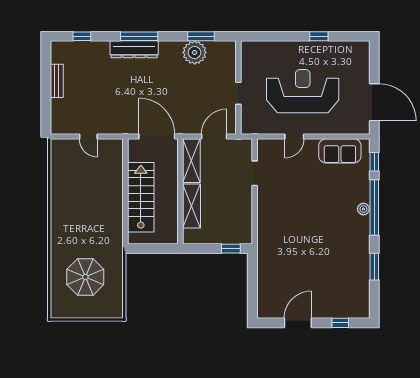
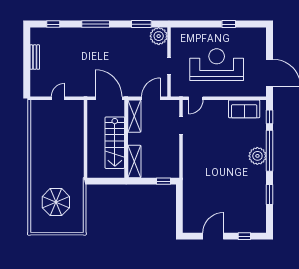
dresser: (134, 49) -> (92, 34), removed
plant: (195, 52) -> (159, 36), moved
door: (88, 137) -> (58, 98), swing flipped
door: (294, 137) -> (196, 98), moved
stairs: (141, 197) -> (115, 143), moved, turned 180
shelving: (191, 206) -> (134, 162), moved
plant: (363, 209) -> (257, 156), width x1.87, depth x1.87

